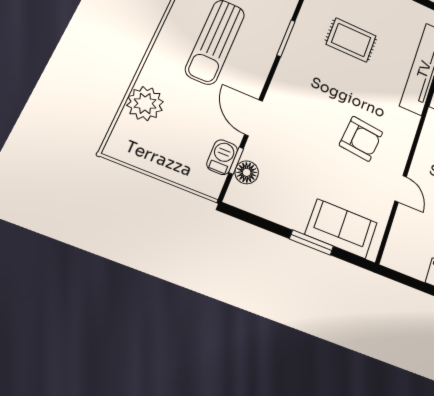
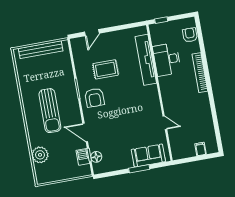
armchair: (361, 139) -> (95, 98), moved, turned 84

